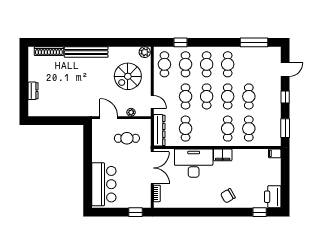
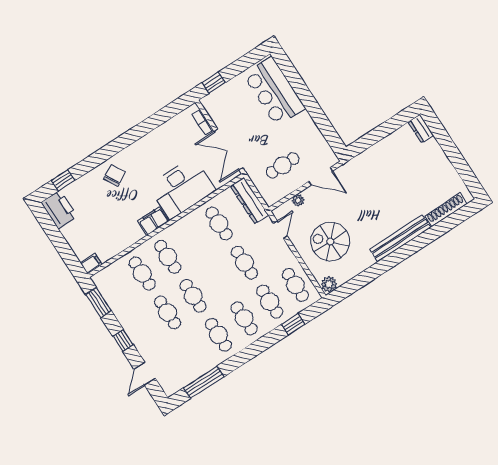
spiral stairs: (128, 76) -> (330, 242), turned -90
dresser: (33, 91) -> (421, 129), moved
cafe table: (207, 96) -> (219, 279), removed
door: (152, 102) -> (280, 230), swing flipped

